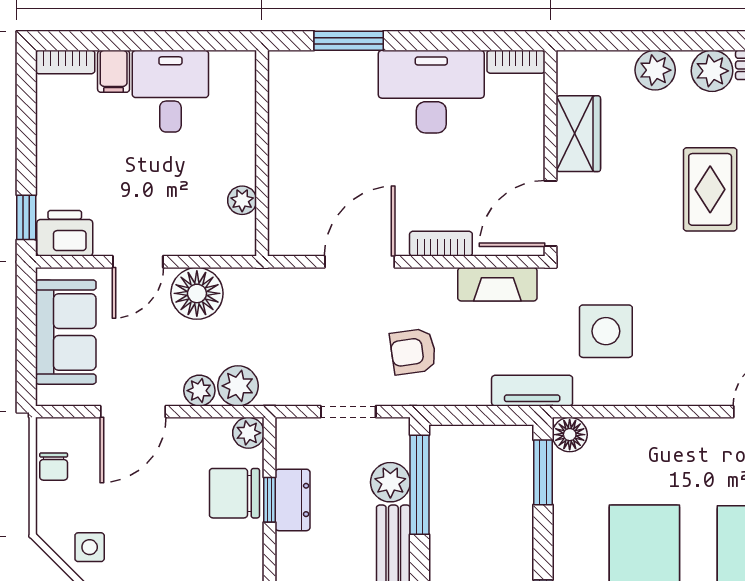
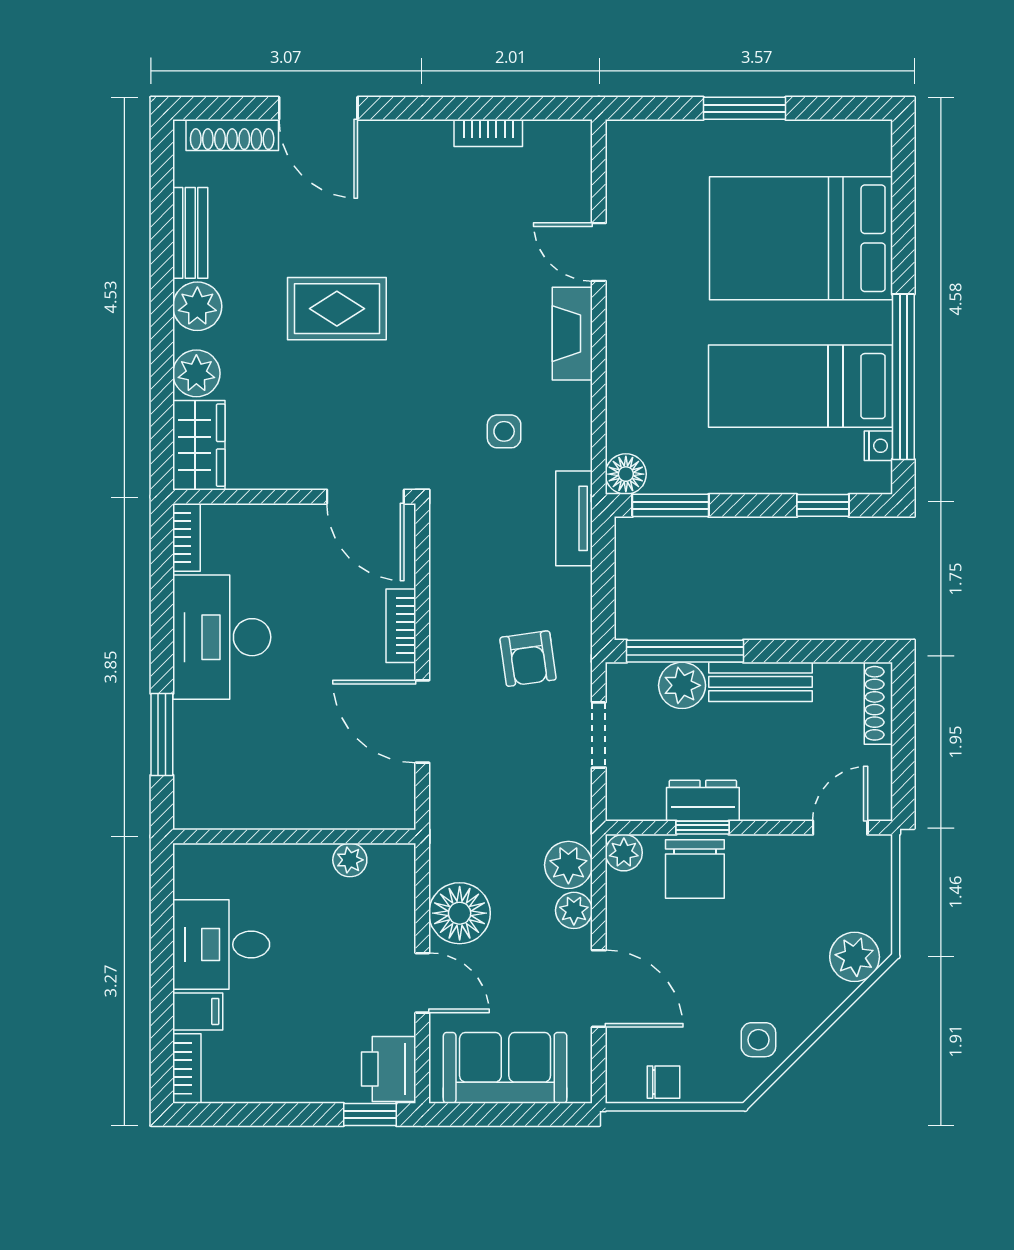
wardrobe: (578, 134) -> (199, 445), moved, turned 90
fireplace: (497, 284) -> (572, 334), moved, turned 180
side table: (606, 331) -> (504, 431), width x0.54, depth x0.54

